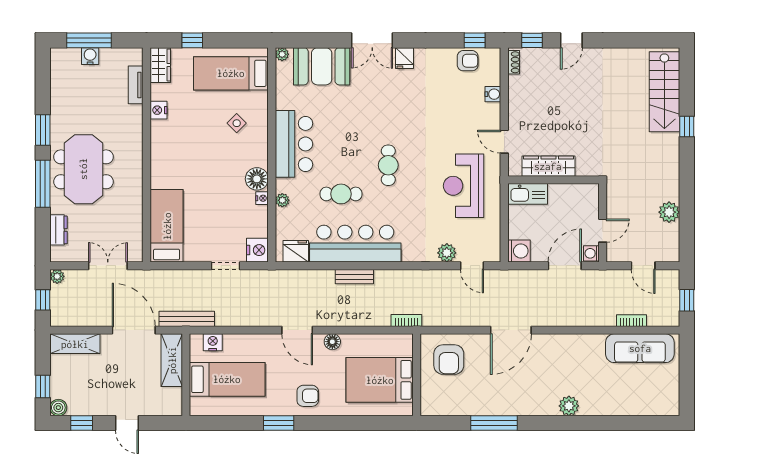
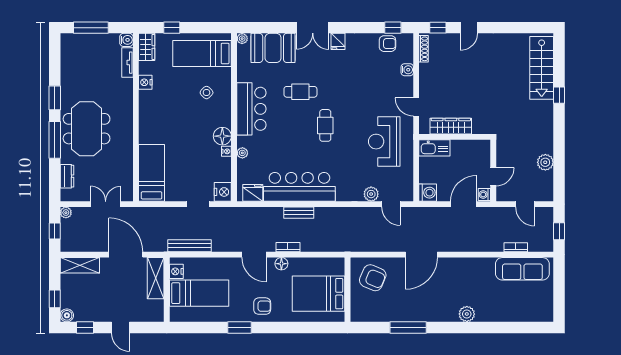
water cooler: (90, 56) -> (126, 40), moved, turned 90
shoe rack: (514, 62) -> (424, 49), width x1.43
cafe table: (341, 194) -> (300, 92), moved
bench: (187, 319) -> (190, 246), moved
bookcase: (406, 320) -> (288, 247), moved
nightstand: (213, 342) -> (176, 271), moved, turned -90
armchair: (449, 360) -> (373, 278), turned -67

